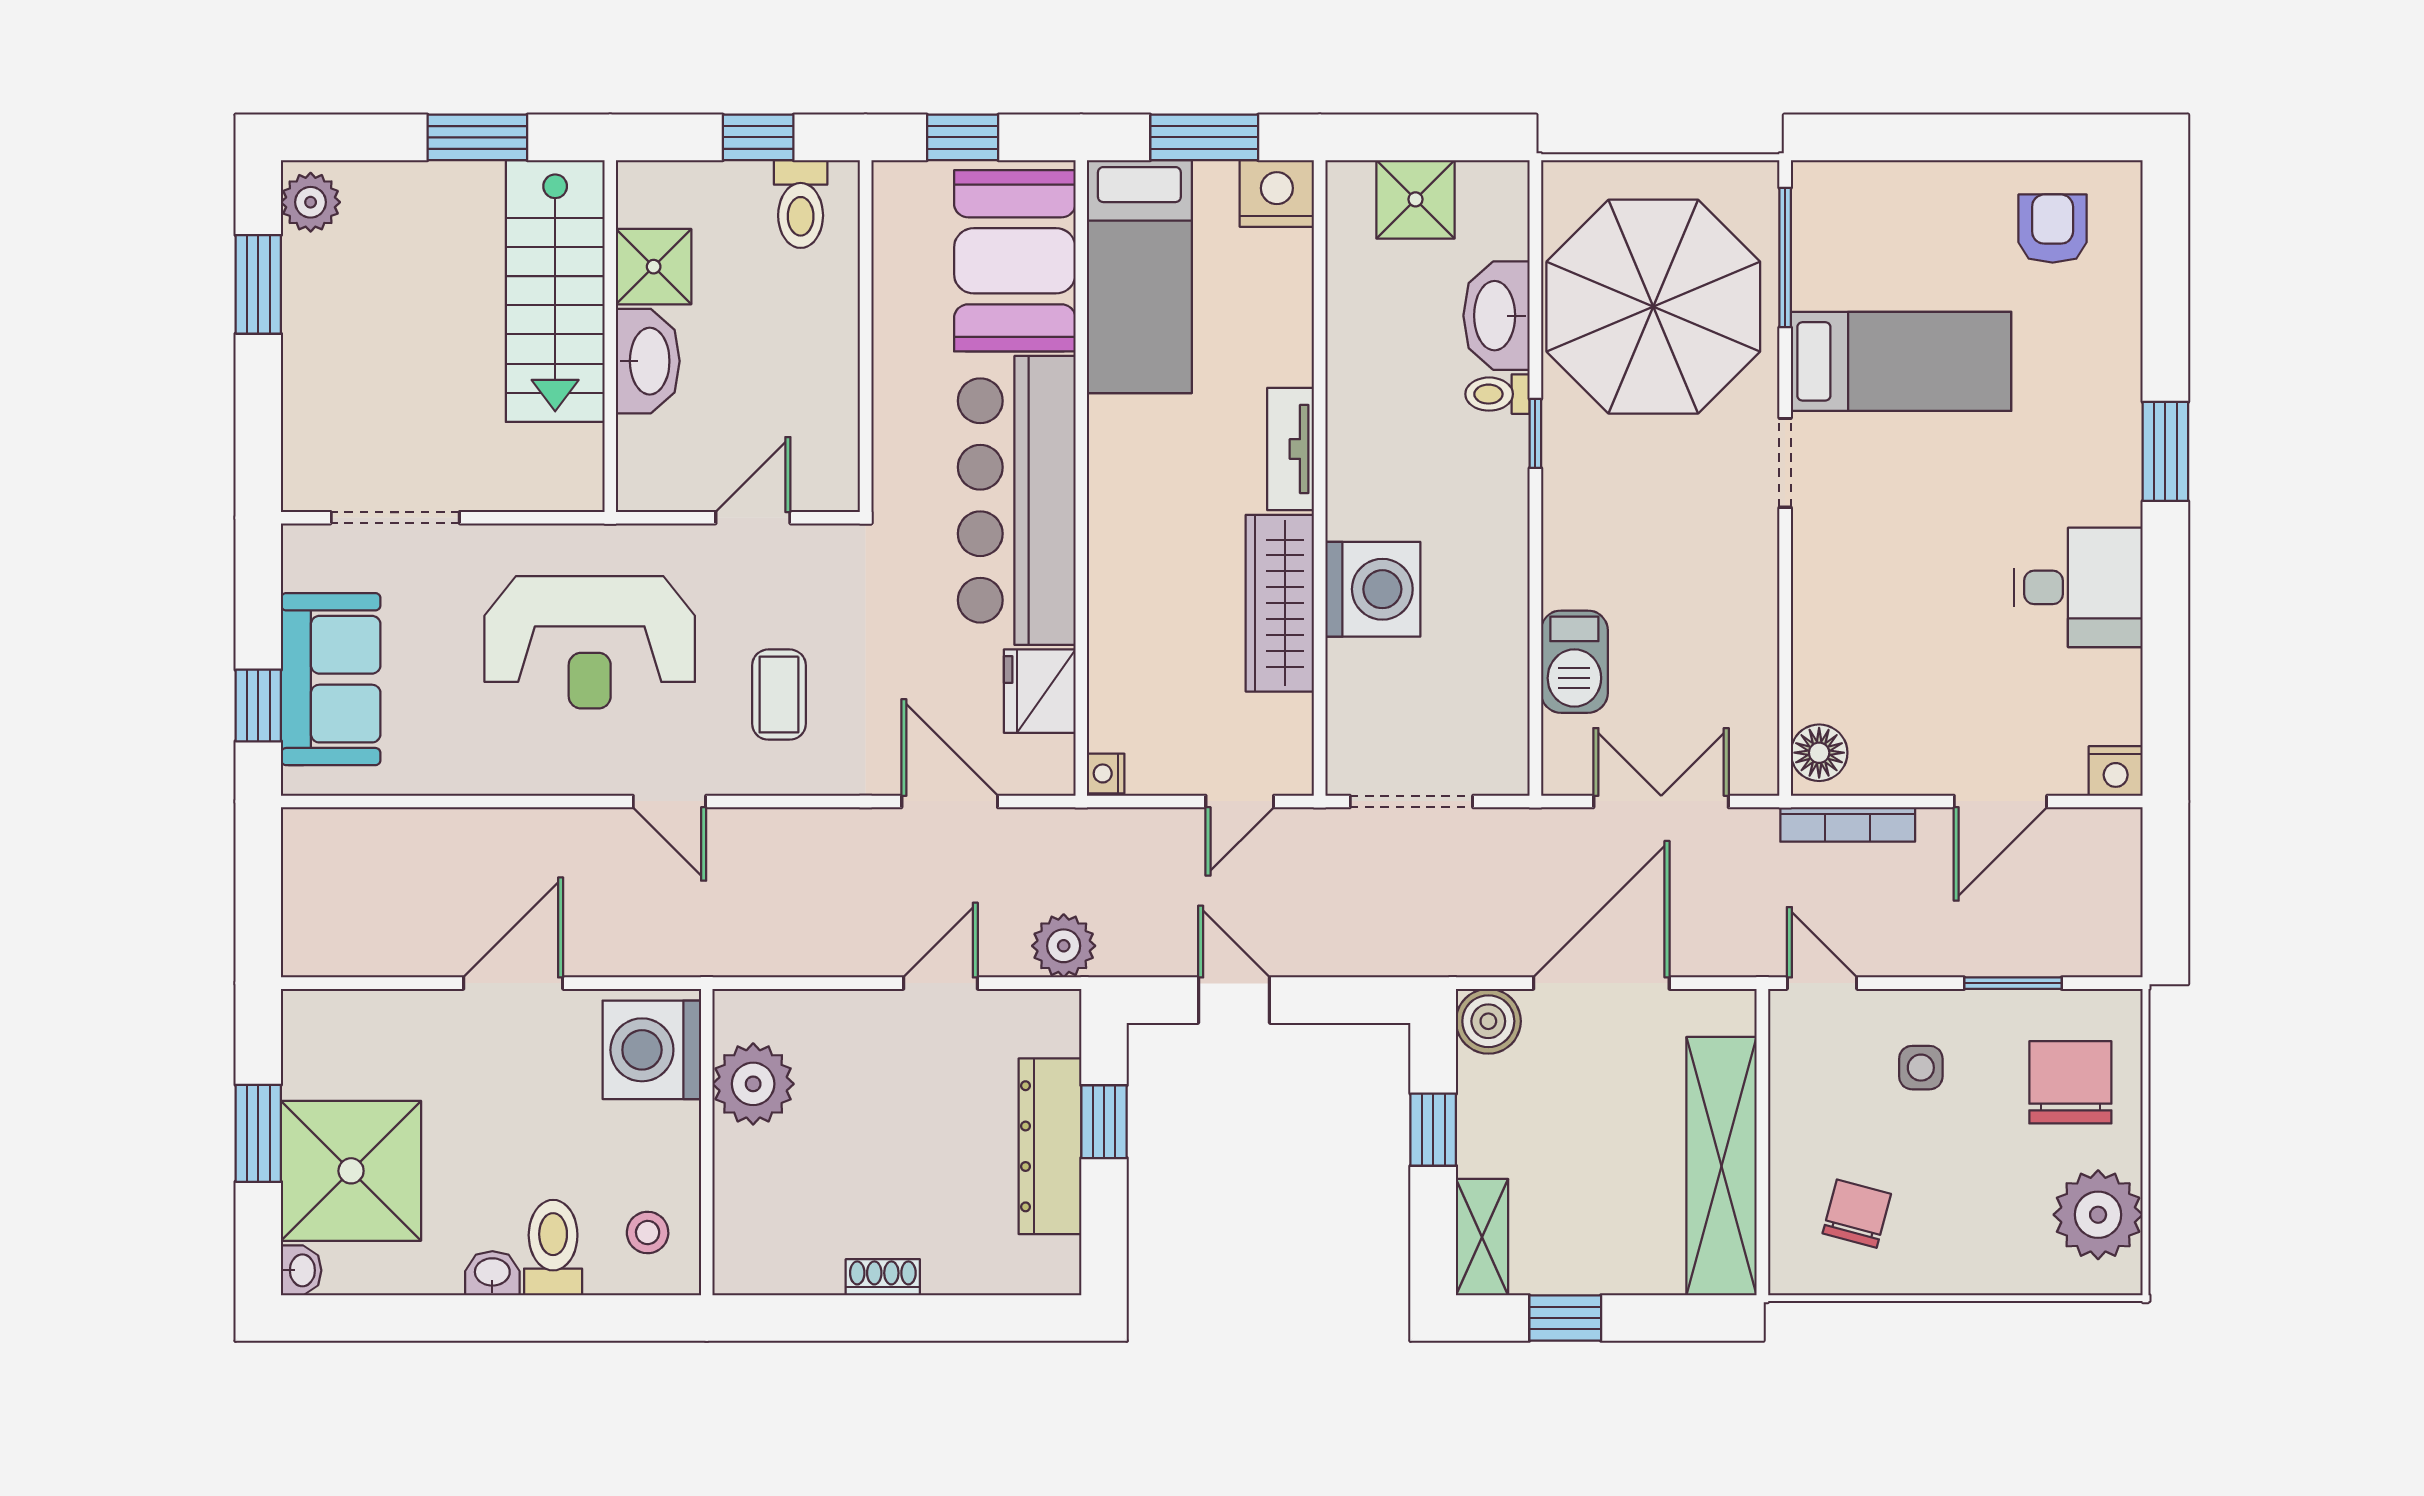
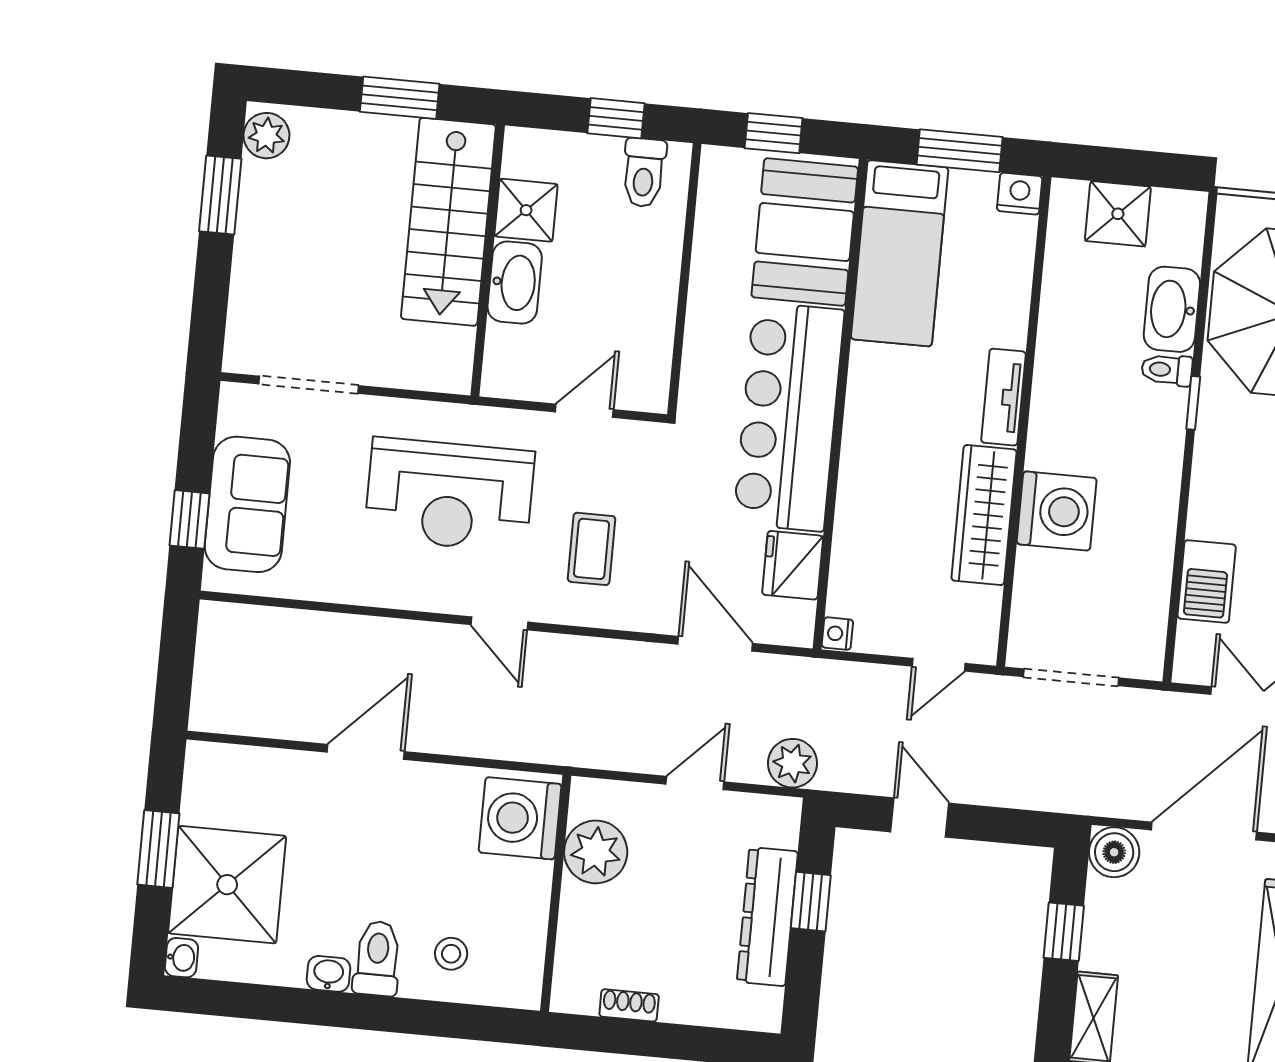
nightstand: (1277, 193) -> (1020, 194), width x0.74, depth x0.75
washing machine: (652, 1050) -> (520, 818), moved
plant: (753, 1084) -> (596, 852), moved
wall: (707, 1142) -> (556, 893), moved

